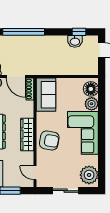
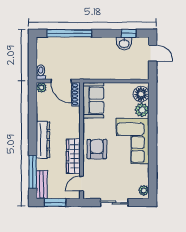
wardrobe: (27, 135) -> (73, 156), moved
armchair: (49, 140) -> (97, 149), turned -100
door: (35, 173) -> (82, 184), hinge flipped
plant: (89, 175) -> (144, 190), width x0.53, depth x0.53

